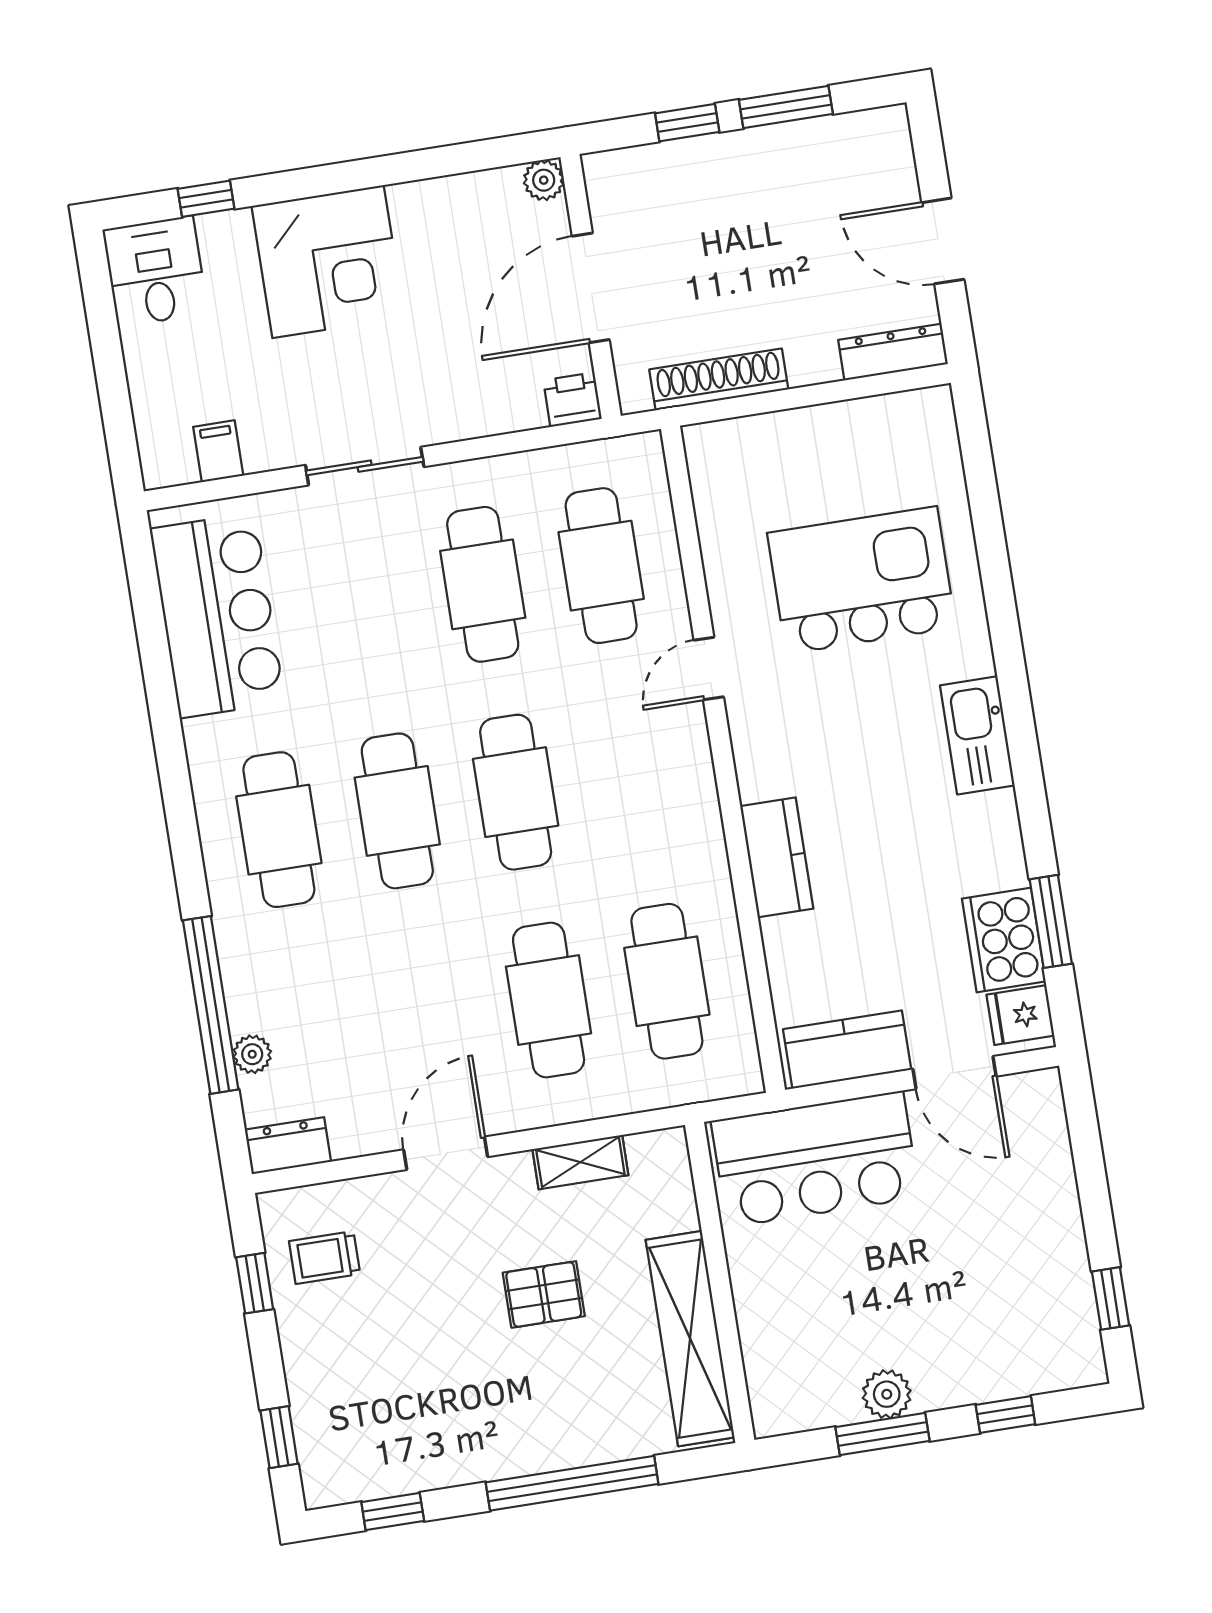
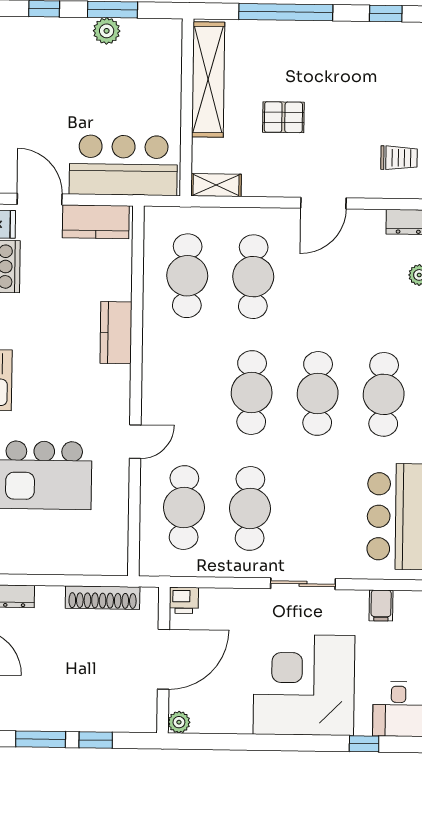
corner desk: (328, 262) -> (304, 685), width x1.36, depth x1.36
shelving: (580, 1162) -> (216, 185), moved

